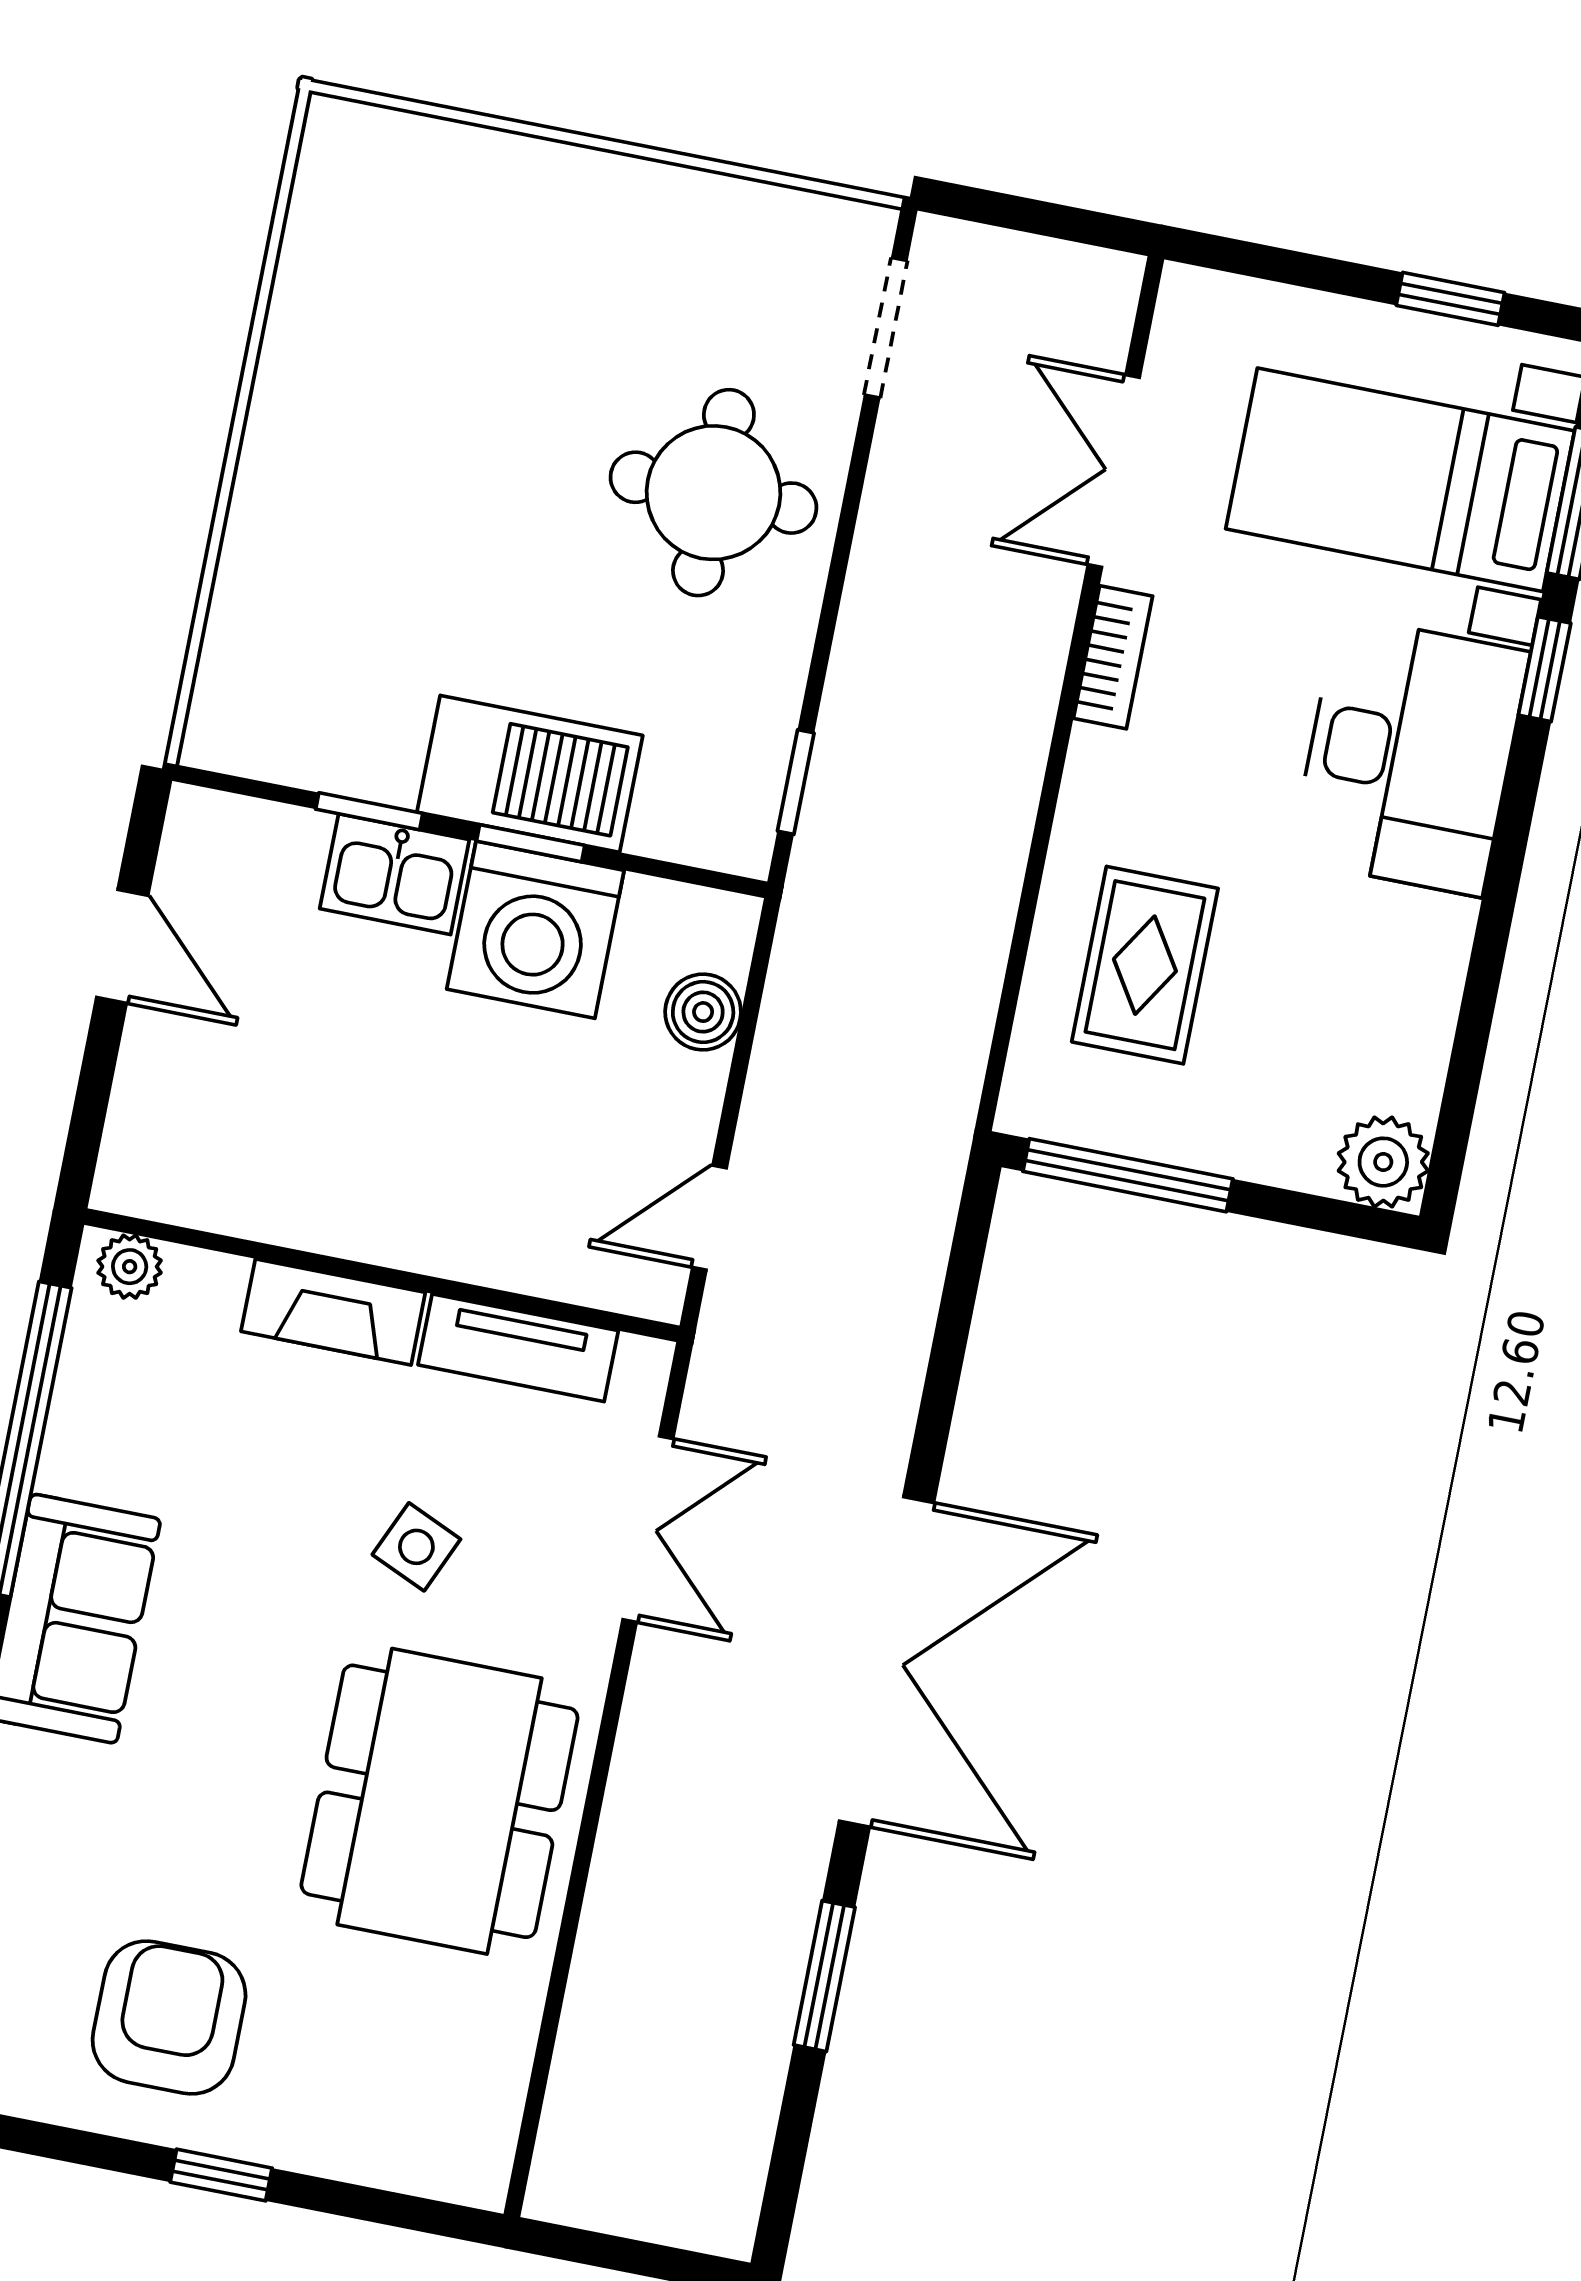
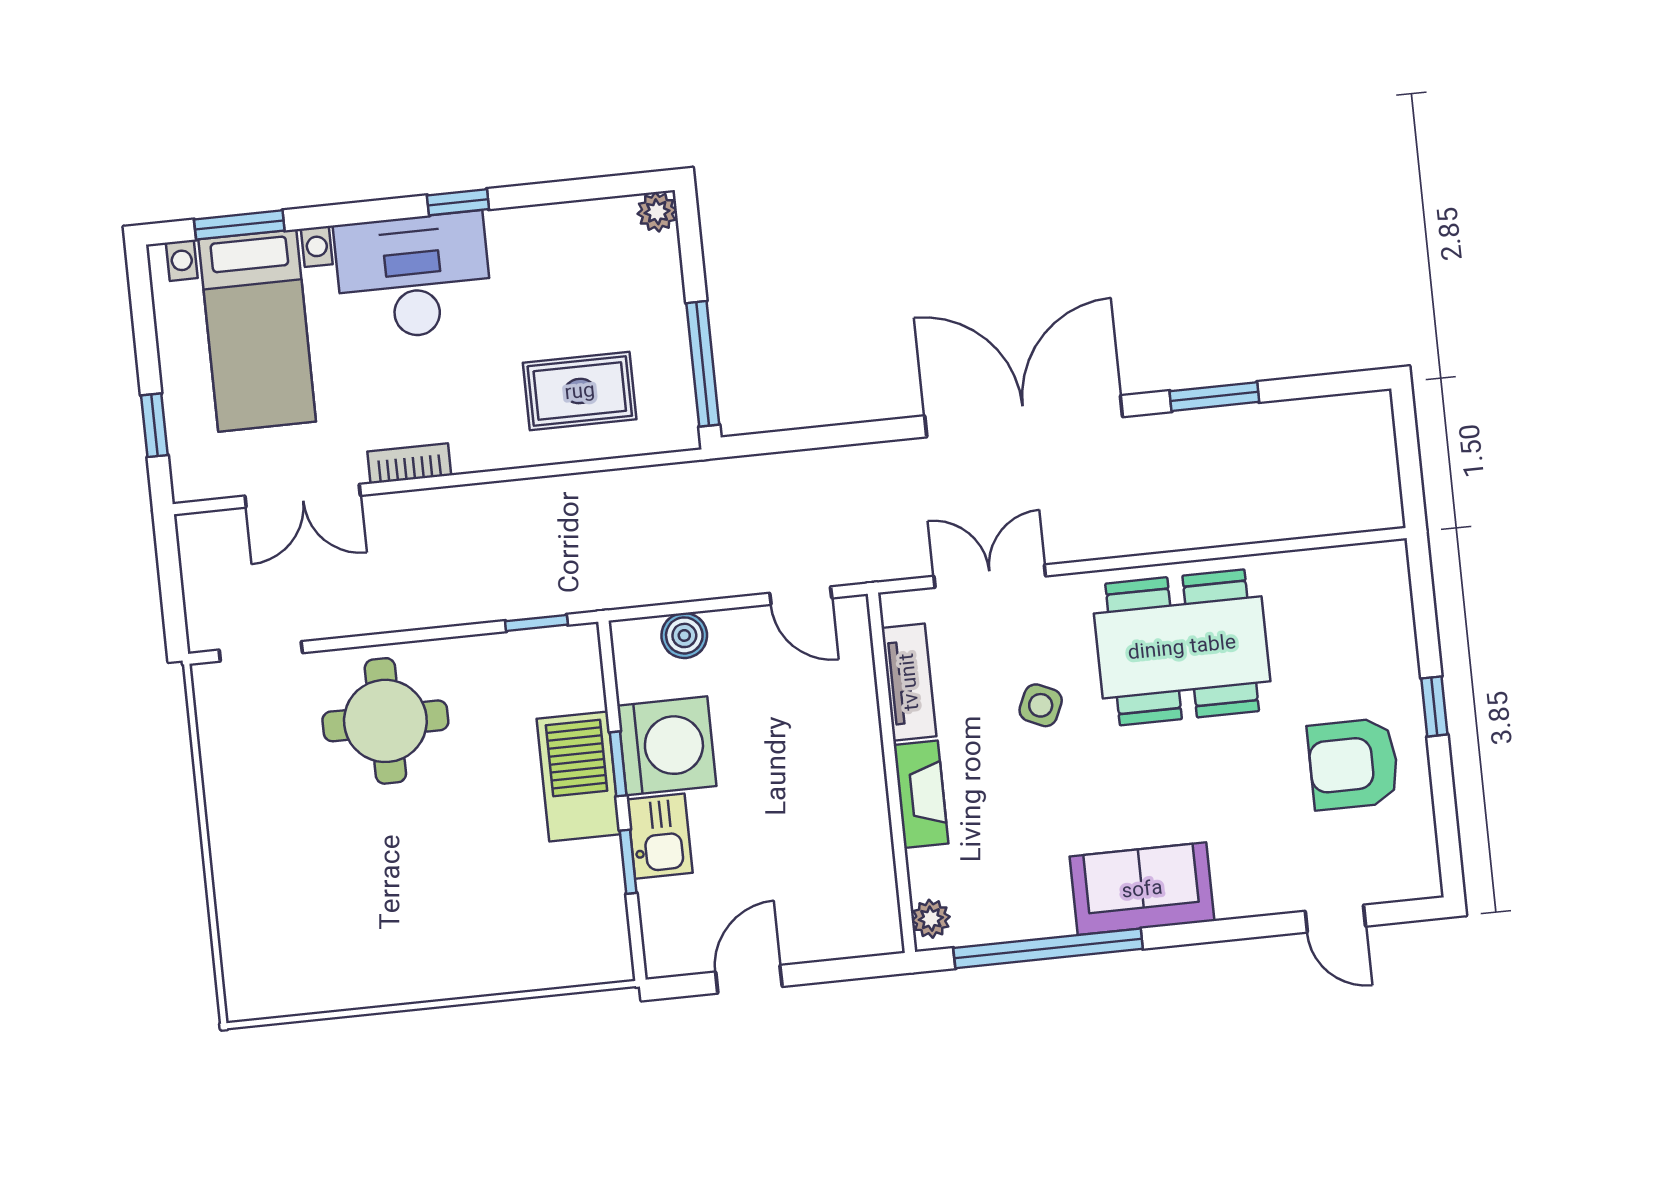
window: (1450, 299) -> (154, 425), moved
window: (1545, 669) -> (458, 202), moved
plant: (1383, 1162) -> (657, 212), width x0.73, depth x0.73

